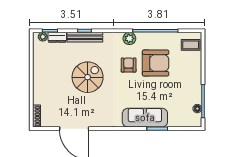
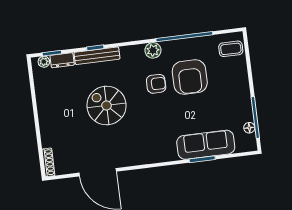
armchair: (156, 63) -> (190, 77), turned 90
armchair: (129, 65) -> (156, 84), turned 90
spiral stairs: (88, 77) -> (107, 105), turned -90
sofa: (145, 118) -> (206, 145), moved

